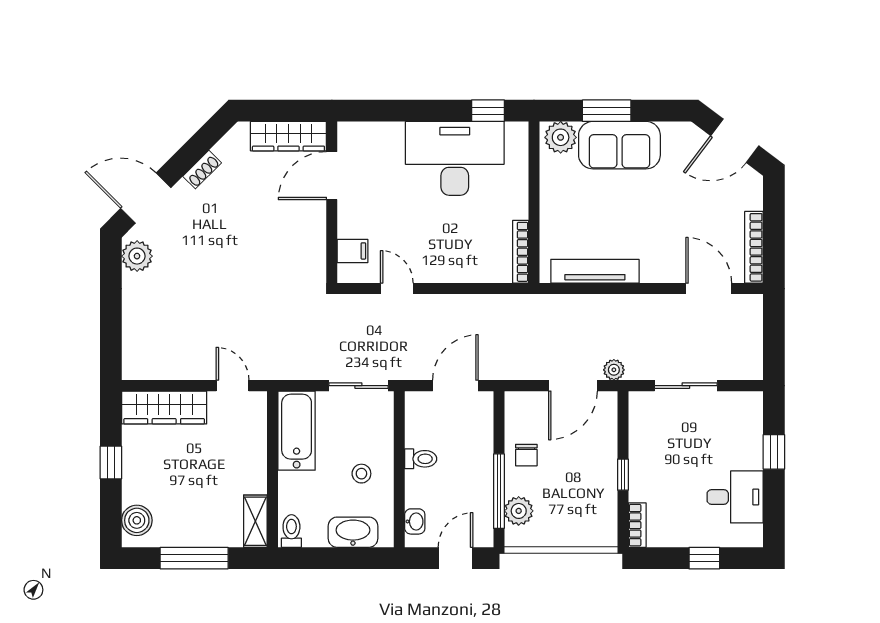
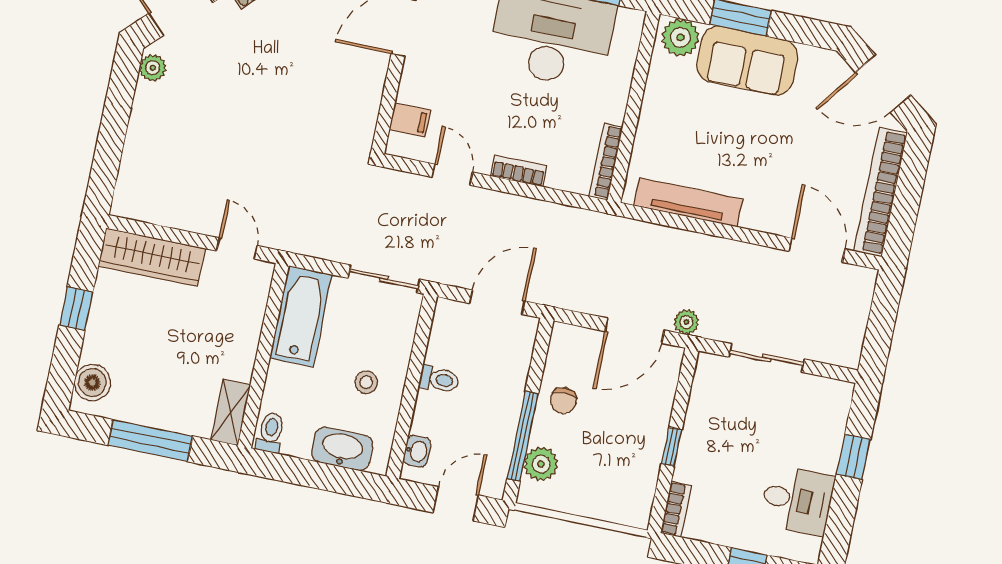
bookcase: (754, 247) -> (881, 192), width x1.48, depth x1.31
plant: (137, 256) -> (153, 68), width x0.73, depth x0.73
bookcase: (450, 274) -> (519, 171), added

